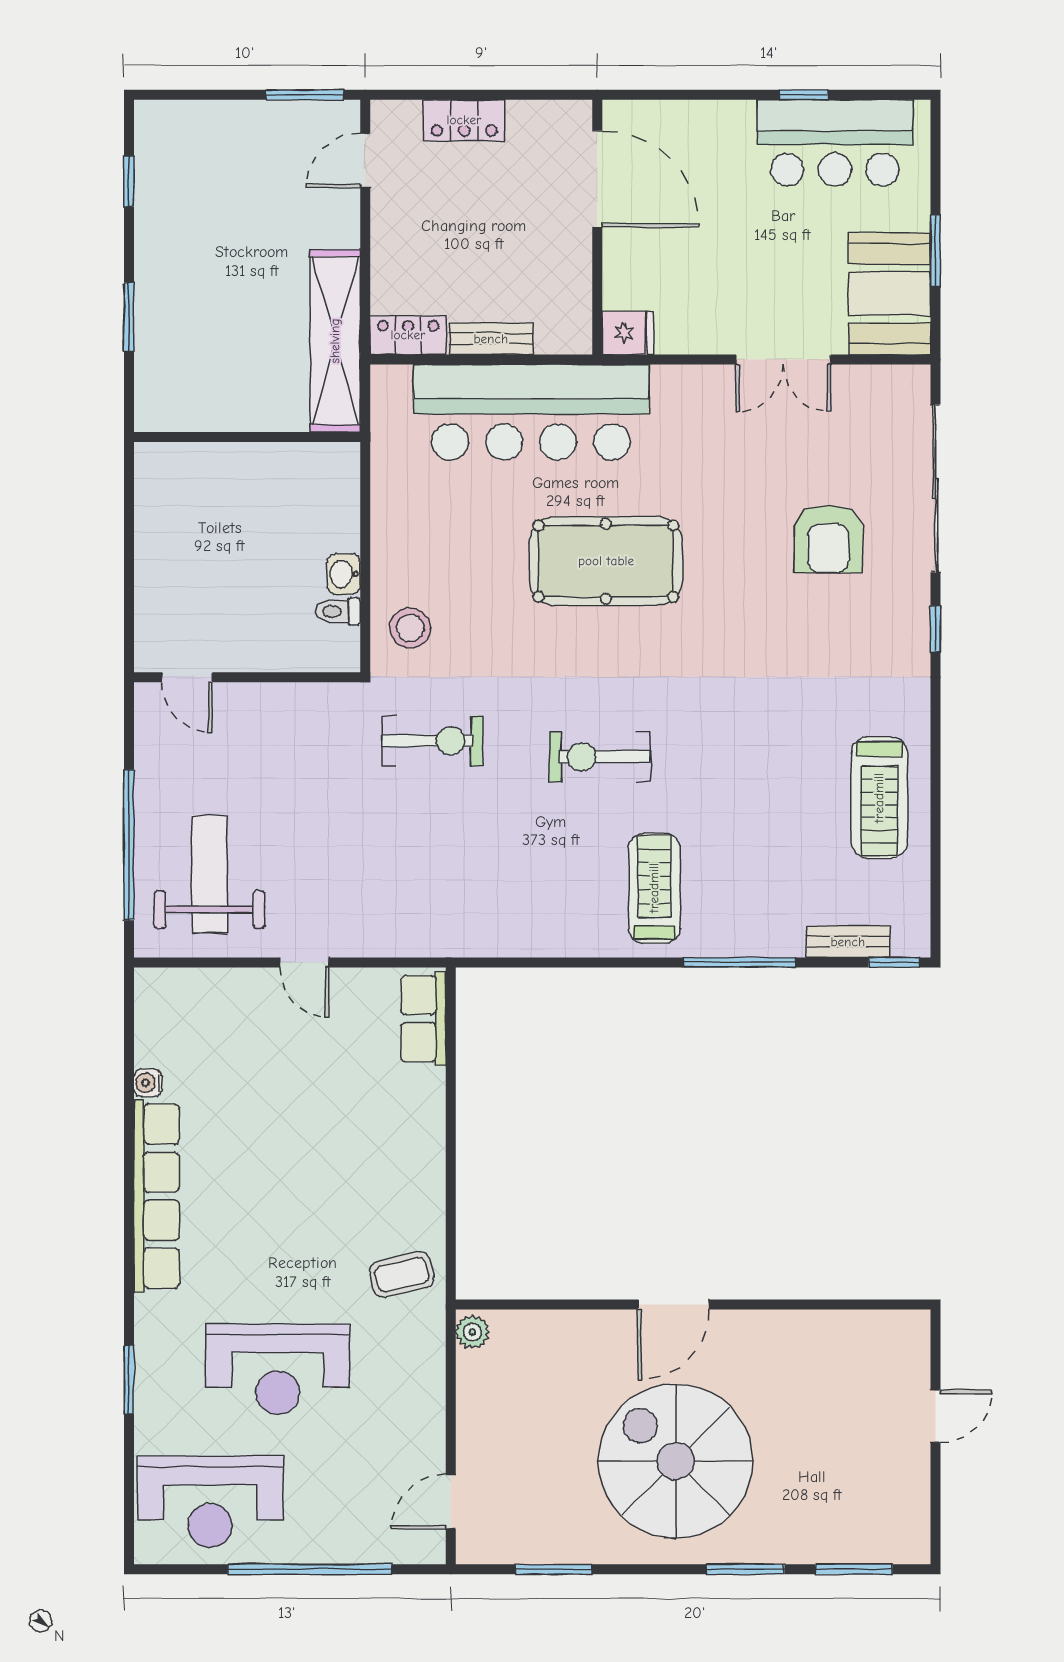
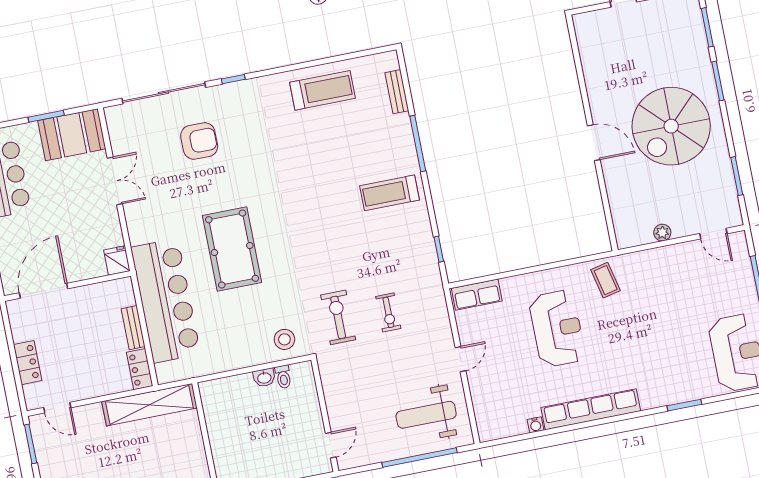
exercise bike: (600, 757) -> (388, 312), moved, width x0.73, depth x0.72
window: (894, 962) -> (439, 249), moved
plant: (472, 1332) -> (662, 233), moved
reception desk: (278, 1369) -> (557, 329), moved

